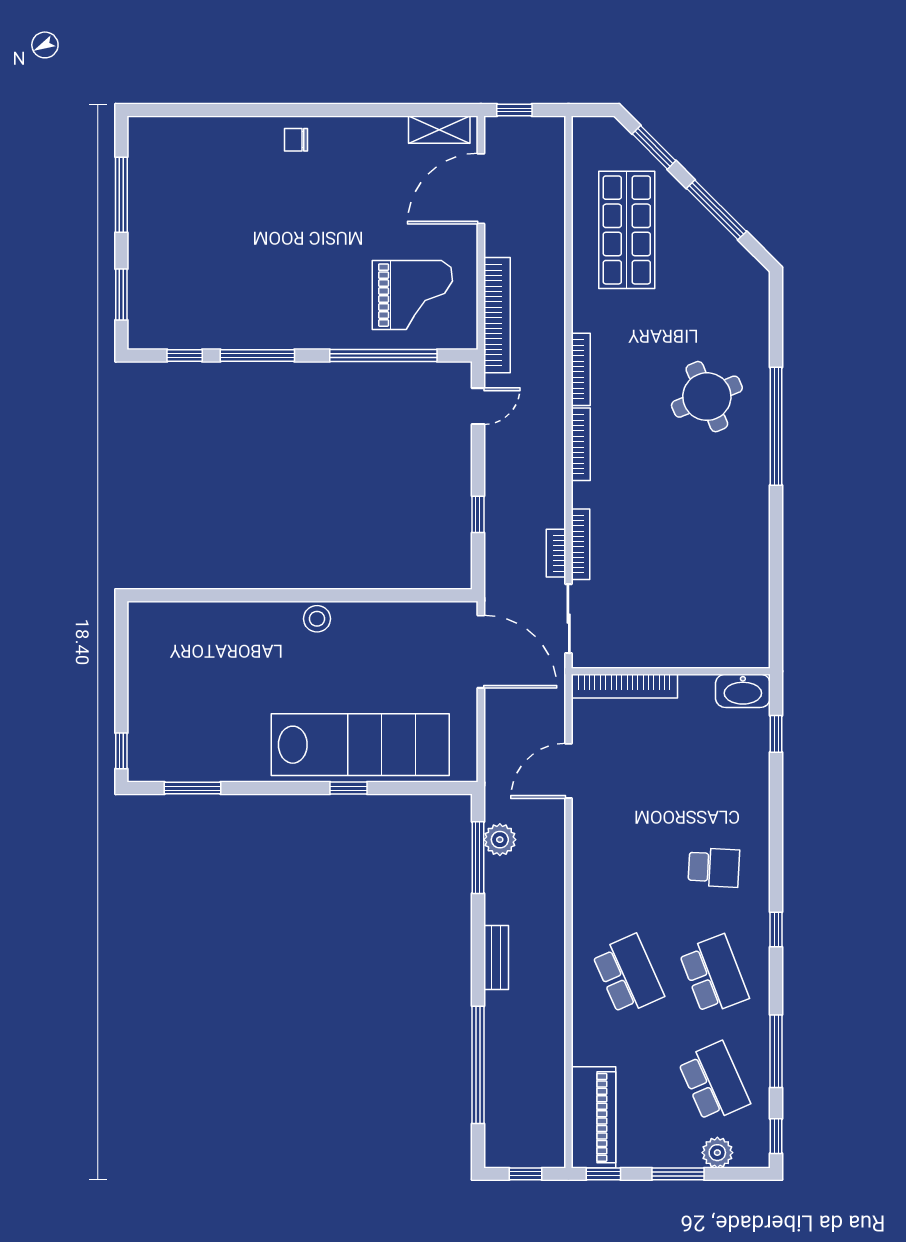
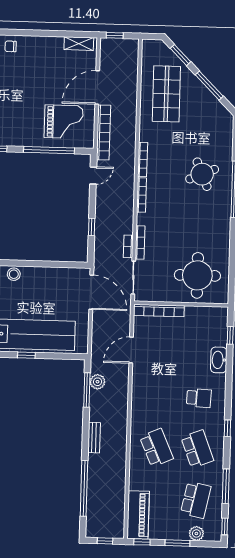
door: (481, 189) -> (97, 87), moved
round table: (703, 610) -> (197, 275), added
washbasin: (743, 691) -> (219, 360), moved, turned 90
school desk: (714, 1082) -> (196, 500), turned 36

